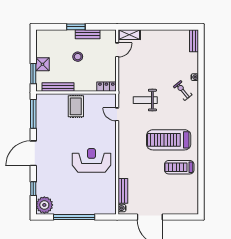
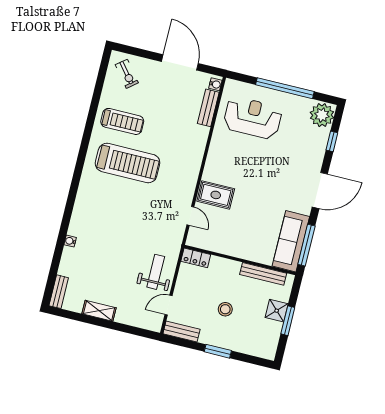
bench: (88, 34) -> (182, 331), moved
shelving: (129, 35) -> (99, 311), moved
window: (33, 74) -> (288, 321), moved
exercise bike: (183, 91) -> (127, 74), moved
weight bench: (145, 100) -> (156, 272), moved, turned -90
rug: (76, 106) -> (216, 195), moved, turned 90
sofa: (44, 114) -> (291, 241), added
reception desk: (91, 160) -> (253, 118), moved, turned 180

